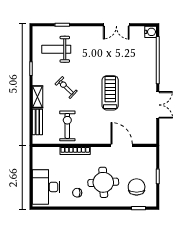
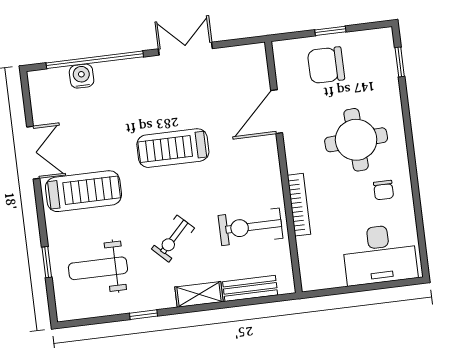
water cooler: (151, 32) -> (82, 76), moved
treadmill: (95, 47) -> (83, 191), added
weight bench: (56, 49) -> (98, 268), turned 90
chair: (137, 187) -> (326, 65), moved

